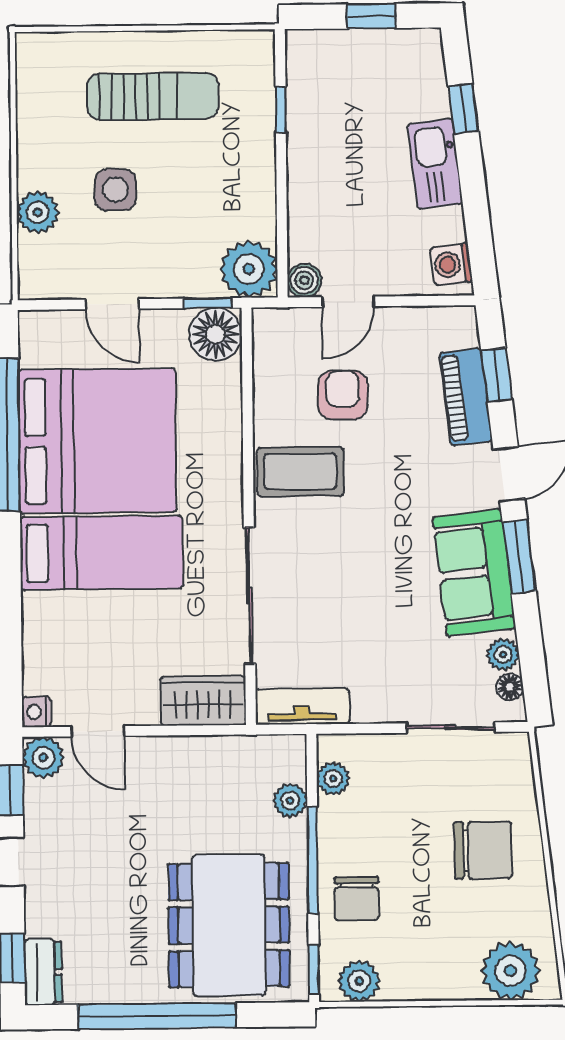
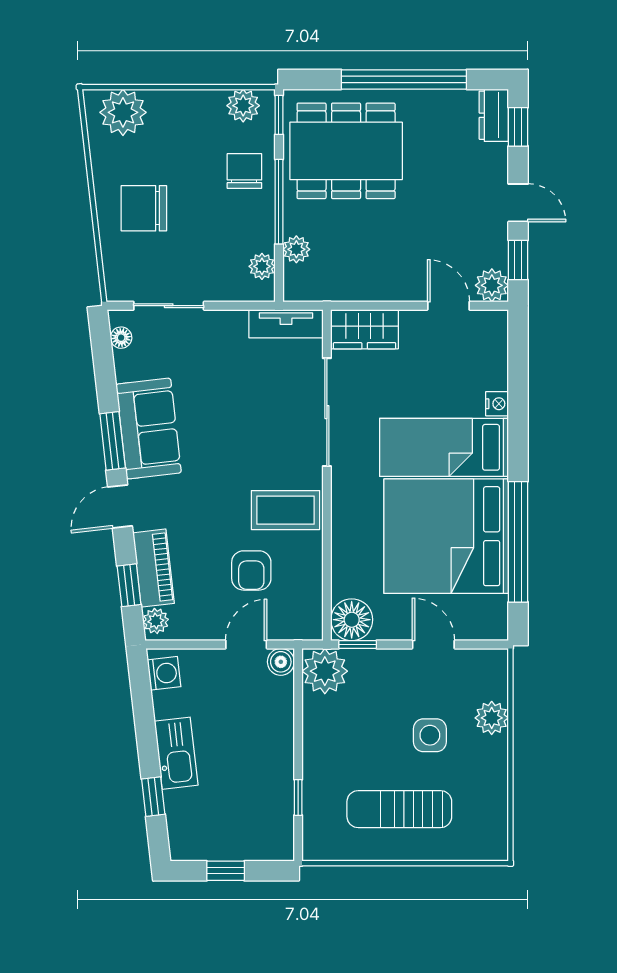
plant: (503, 655) -> (156, 621), moved
nightstand: (36, 712) -> (497, 404), moved
dining table: (229, 925) -> (346, 151), turned 90

